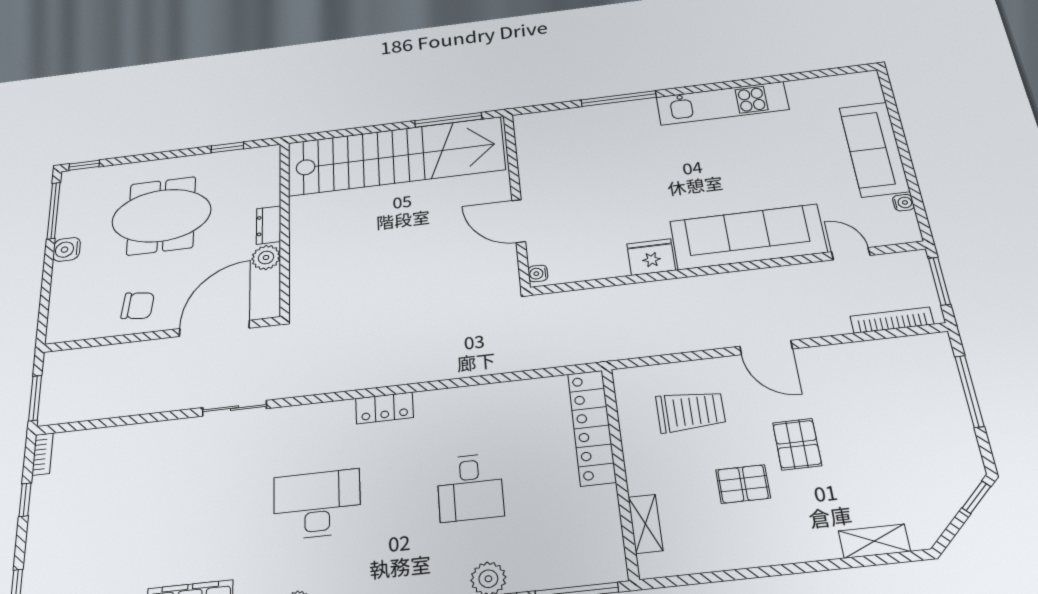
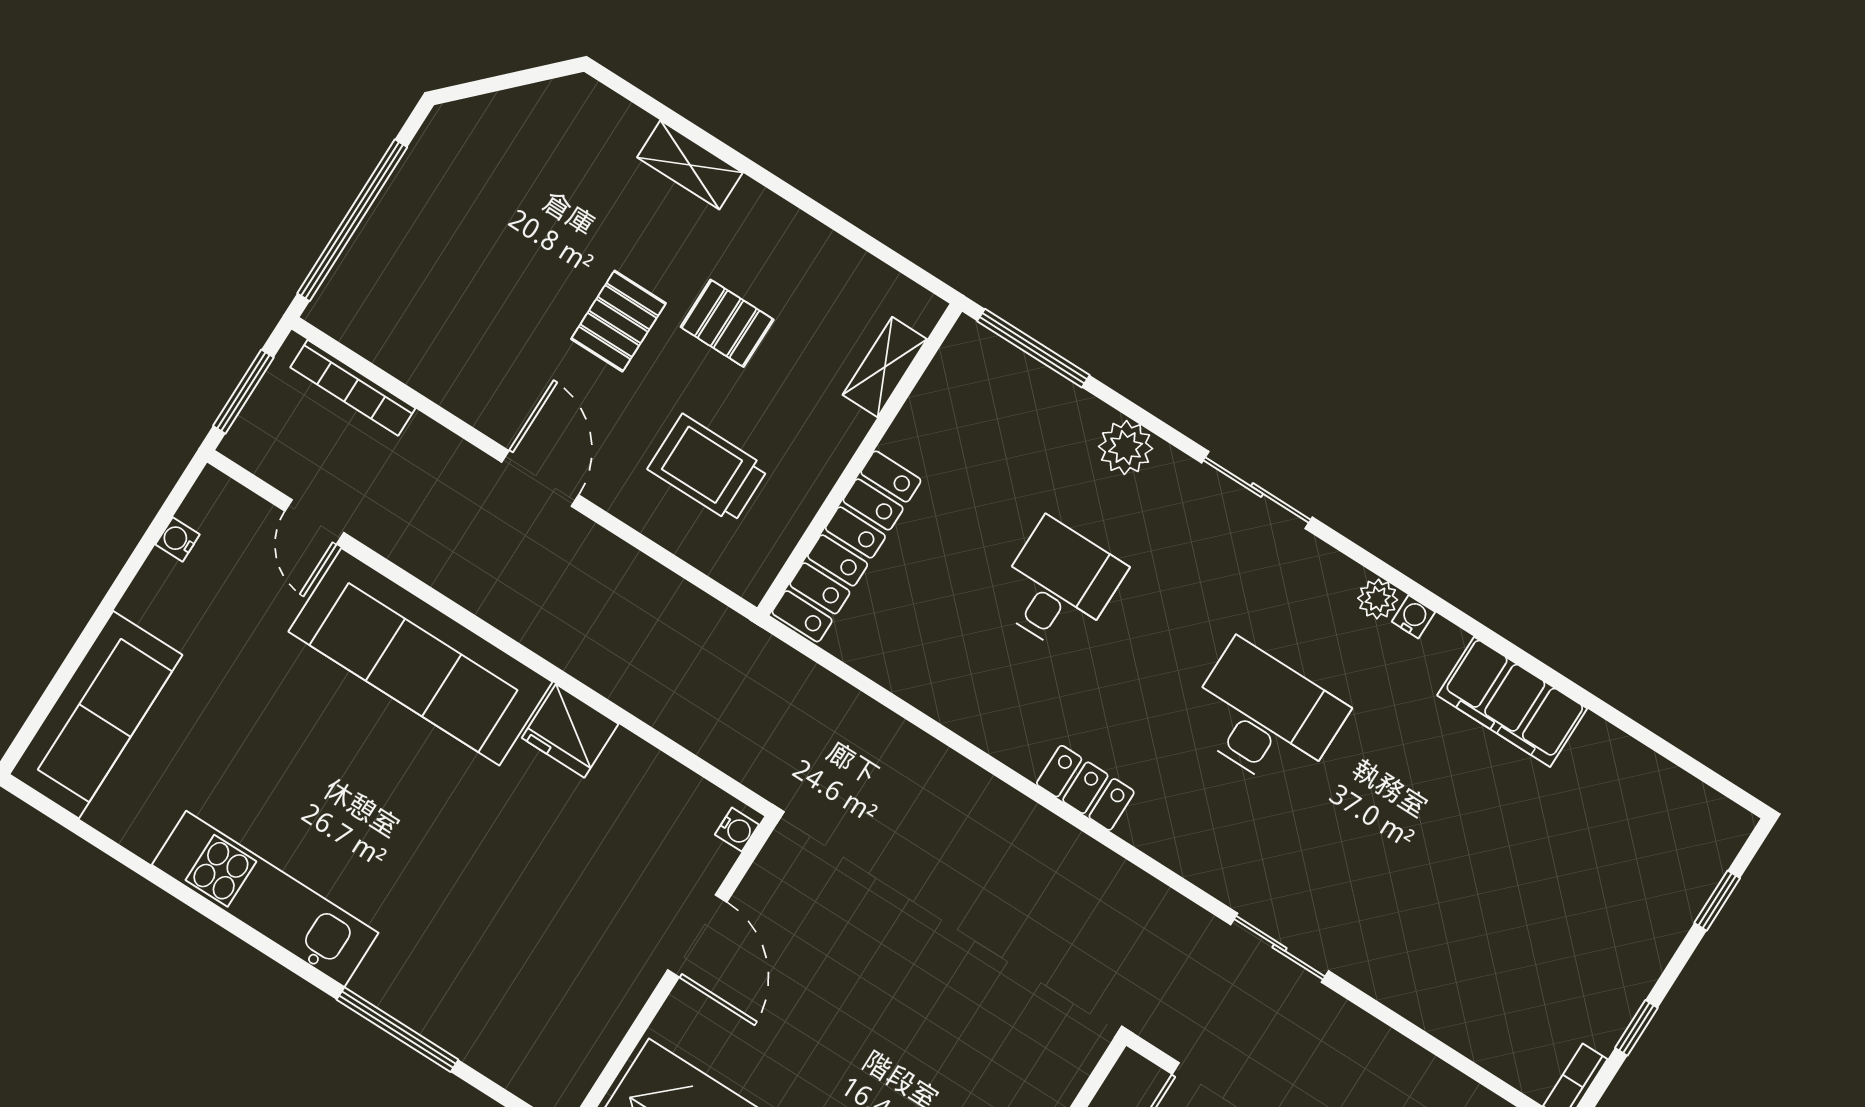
sofa: (874, 149) -> (96, 715), moved
window: (969, 391) -> (352, 220), width x1.46
window: (976, 497) -> (473, 89), removed
desk: (317, 504) -> (1265, 717), turned 180
shelving: (874, 541) -> (690, 165), moved

